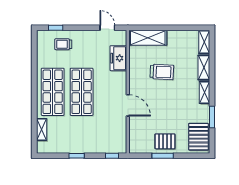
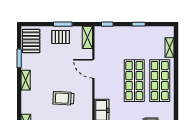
shelving: (204, 68) -> (87, 37), moved

